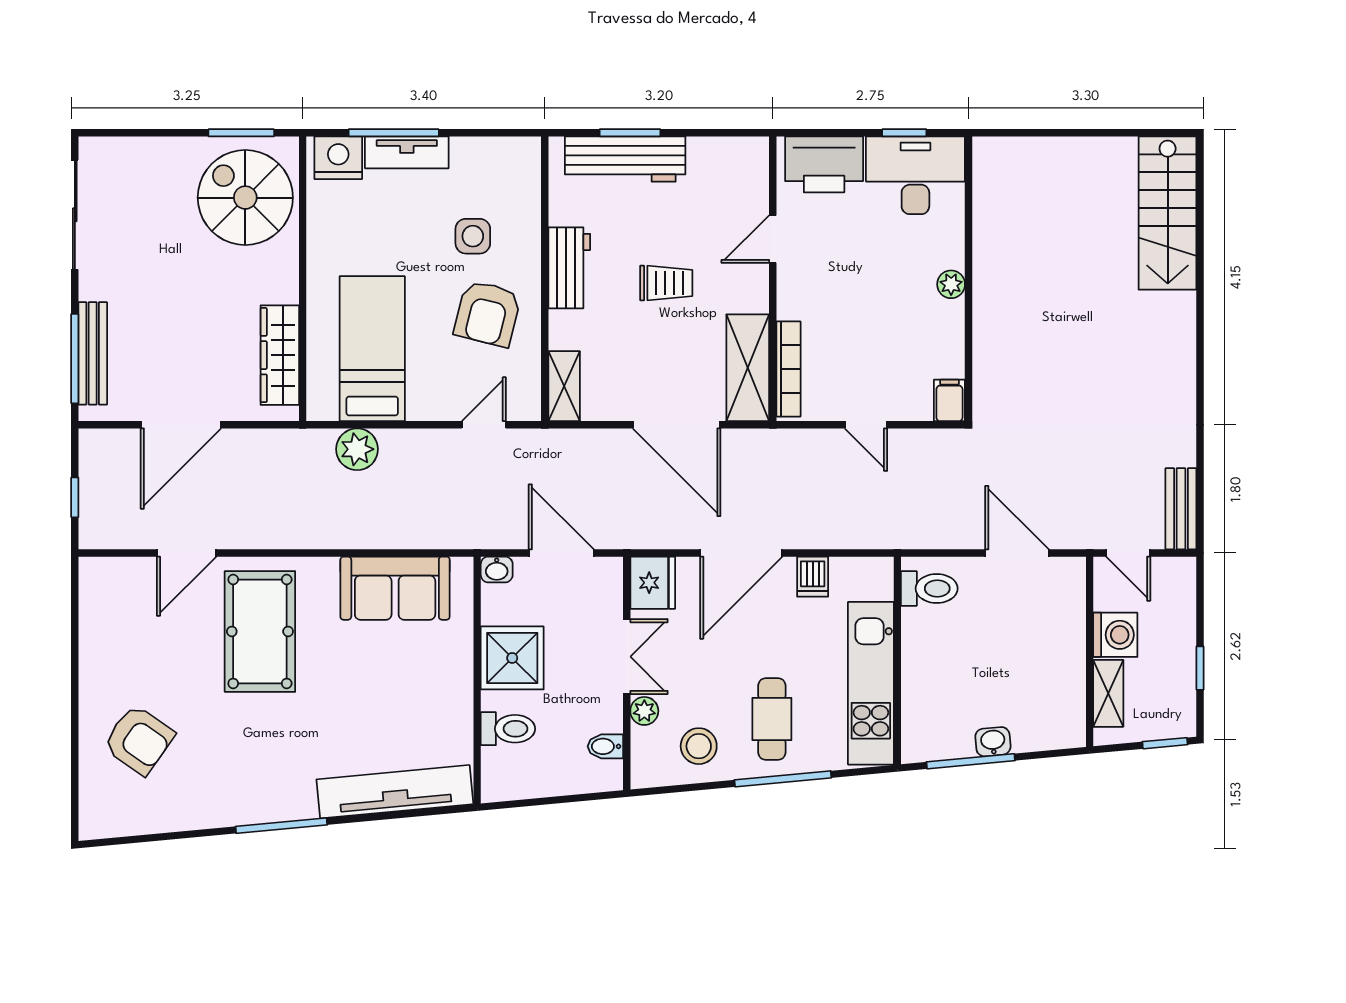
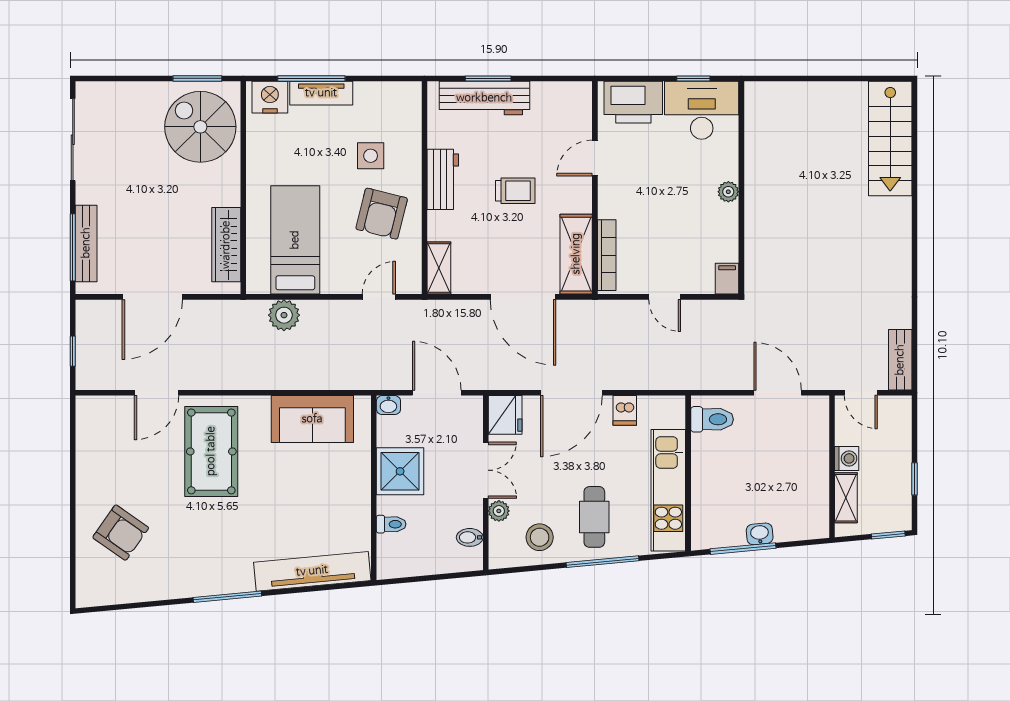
washing machine: (1115, 635) -> (847, 458), width x0.73, depth x0.73
toilet: (508, 729) -> (391, 524), width x0.73, depth x0.72

